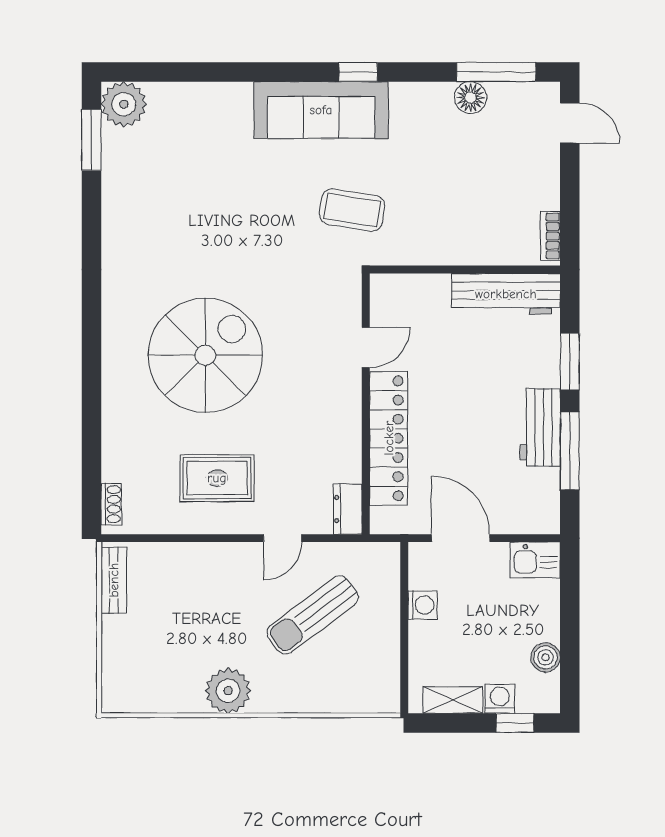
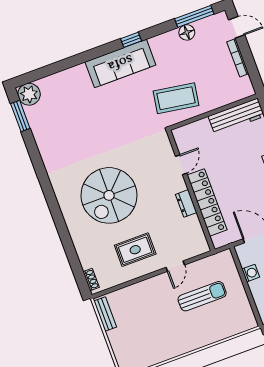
coffee table: (352, 210) -> (176, 98), moved, width x1.36, depth x1.32
bookcase: (550, 236) -> (238, 58), moved, width x1.56
spiral stairs: (205, 355) -> (109, 195), turned 180
dresser: (348, 509) -> (186, 203), moved
sun lounger: (313, 615) -> (202, 296), turned -143
plant: (228, 691) -> (176, 345), removed

